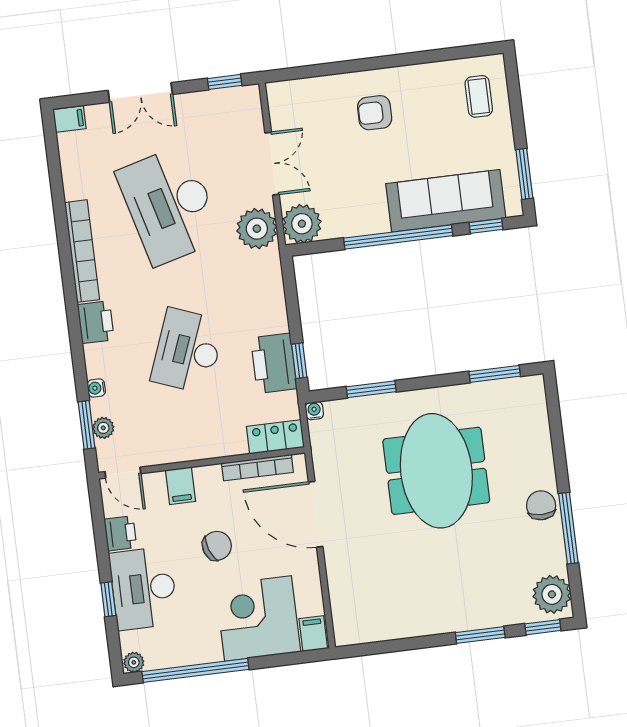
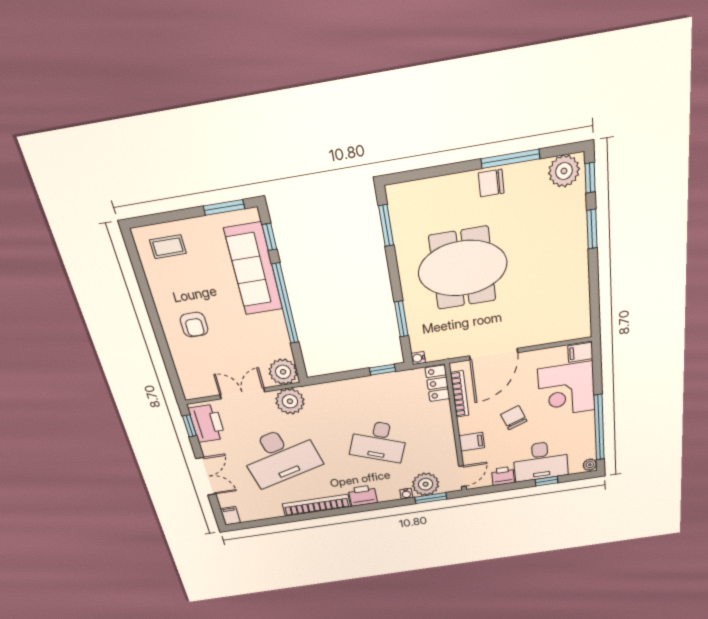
printer: (274, 363) -> (207, 423), moved, turned -90
plant: (103, 428) -> (426, 484), width x1.88, depth x1.88

